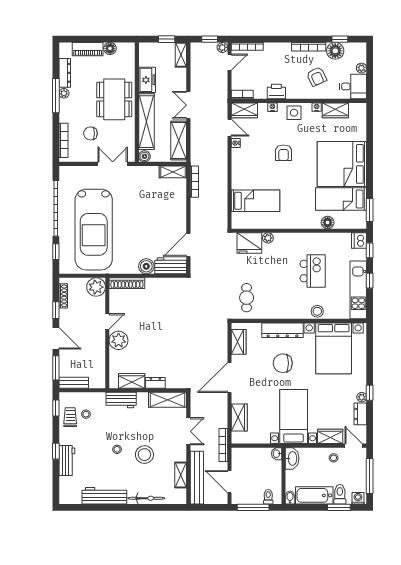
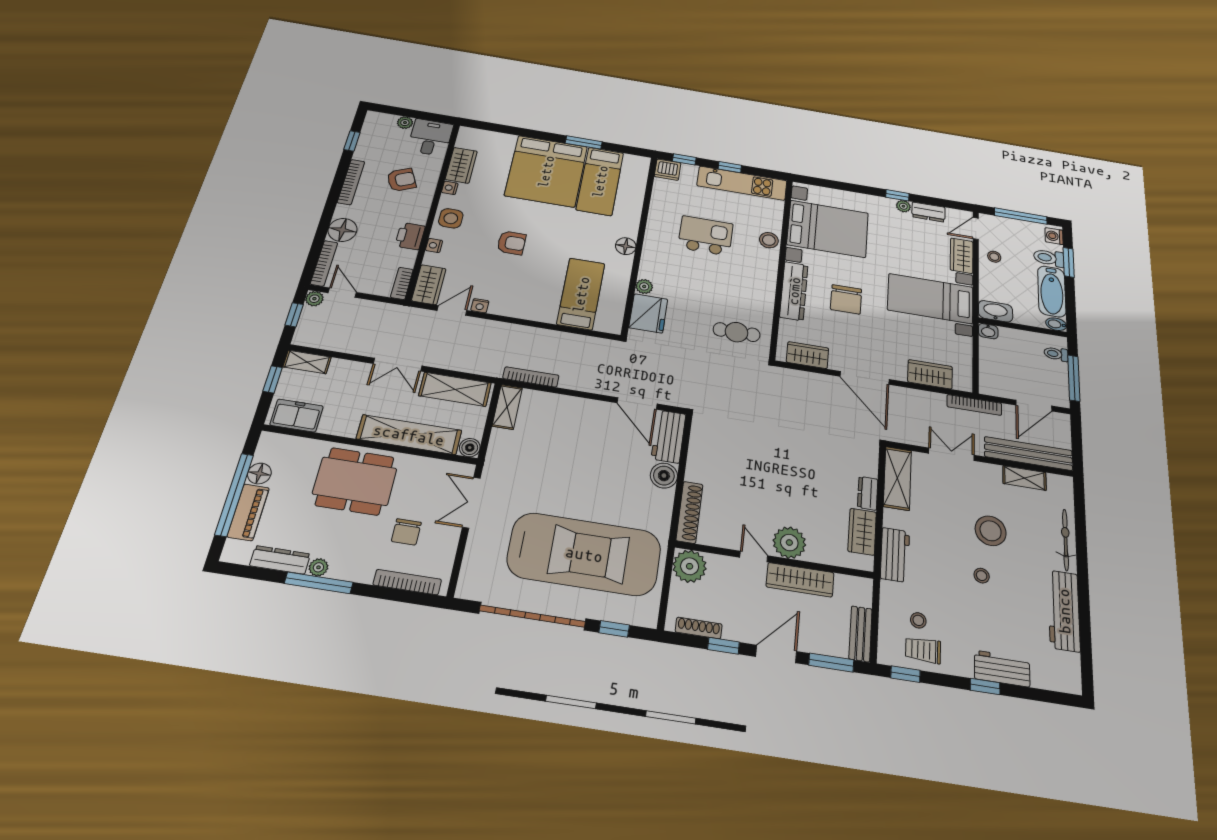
window: (96, 39) -> (234, 495), added
floor lamp: (335, 51) -> (343, 230), moved
freezer: (147, 80) -> (297, 416), moved
window: (370, 210) -> (584, 142), moved
floor lamp: (328, 223) -> (626, 246), moved
wardrobe: (98, 348) -> (800, 580), added

